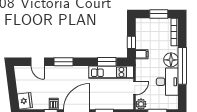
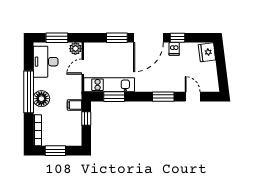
desk: (167, 82) -> (46, 62), moved

